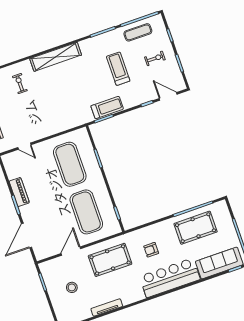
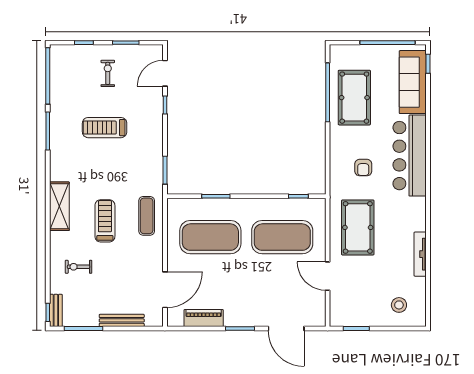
exercise mat: (138, 32) -> (147, 216), moved
shelving: (56, 57) -> (59, 206), width x0.68
treadmill: (107, 107) -> (105, 221), moved
door: (24, 146) -> (165, 290), width x1.87
piano: (19, 192) -> (204, 318), moved
stool: (72, 287) -> (399, 305), moved

